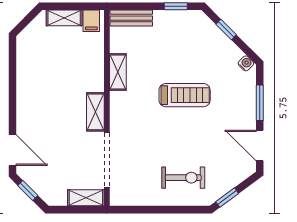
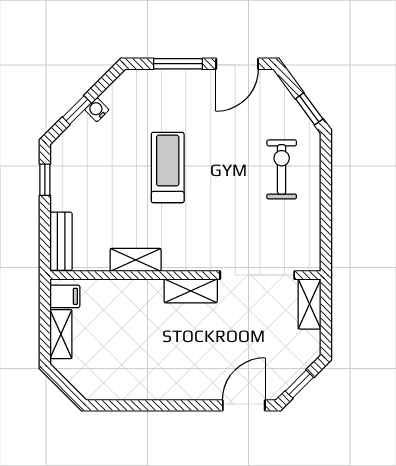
water cooler: (246, 63) -> (97, 110), moved

